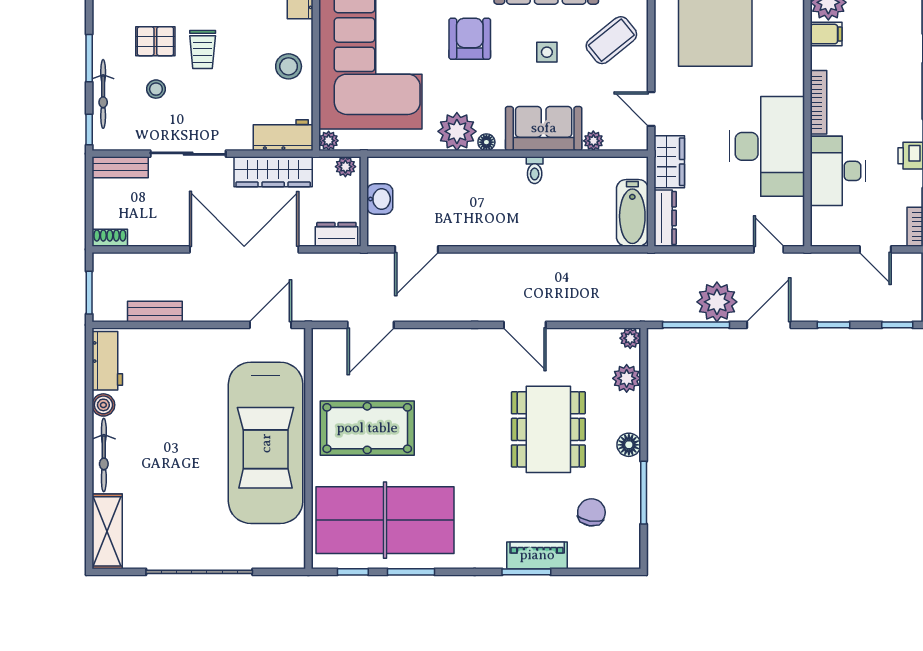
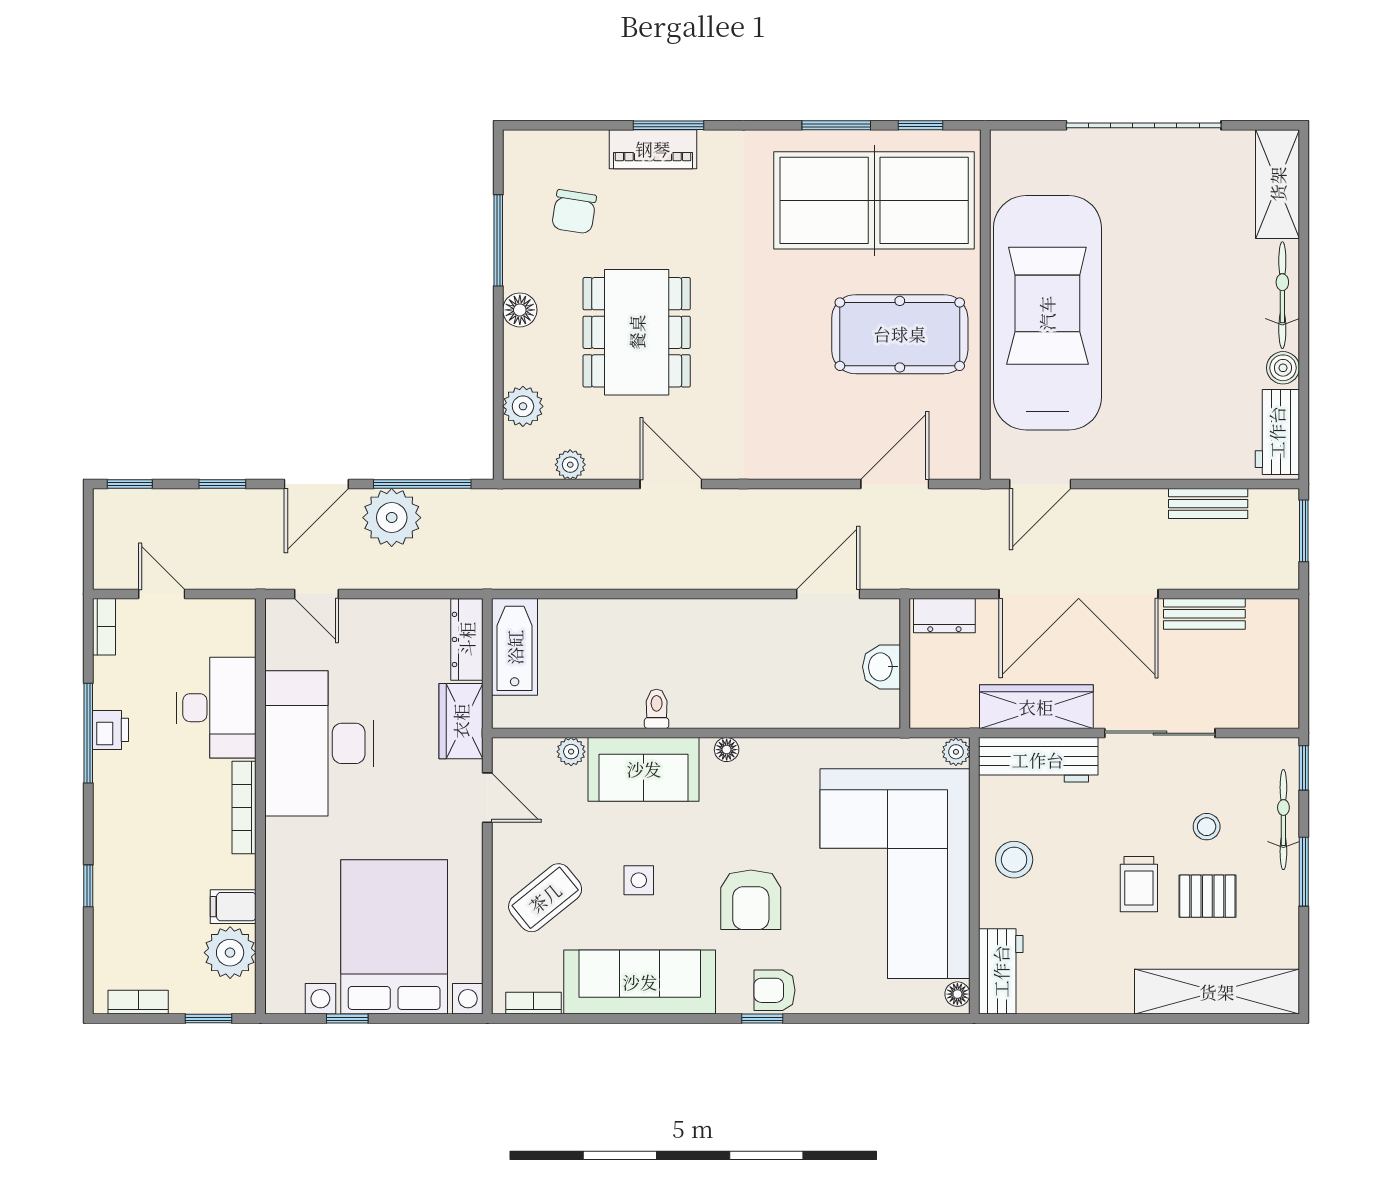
trolley: (203, 50) -> (1139, 884), turned 180
plant: (457, 131) -> (769, 765), removed
workbench: (283, 135) -> (1038, 760), width x1.37
bench: (120, 167) -> (1204, 614), moved
plant: (345, 167) -> (931, 714), removed
shoe rack: (110, 238) -> (1274, 611), removed
plant: (630, 338) -> (570, 465), moved

